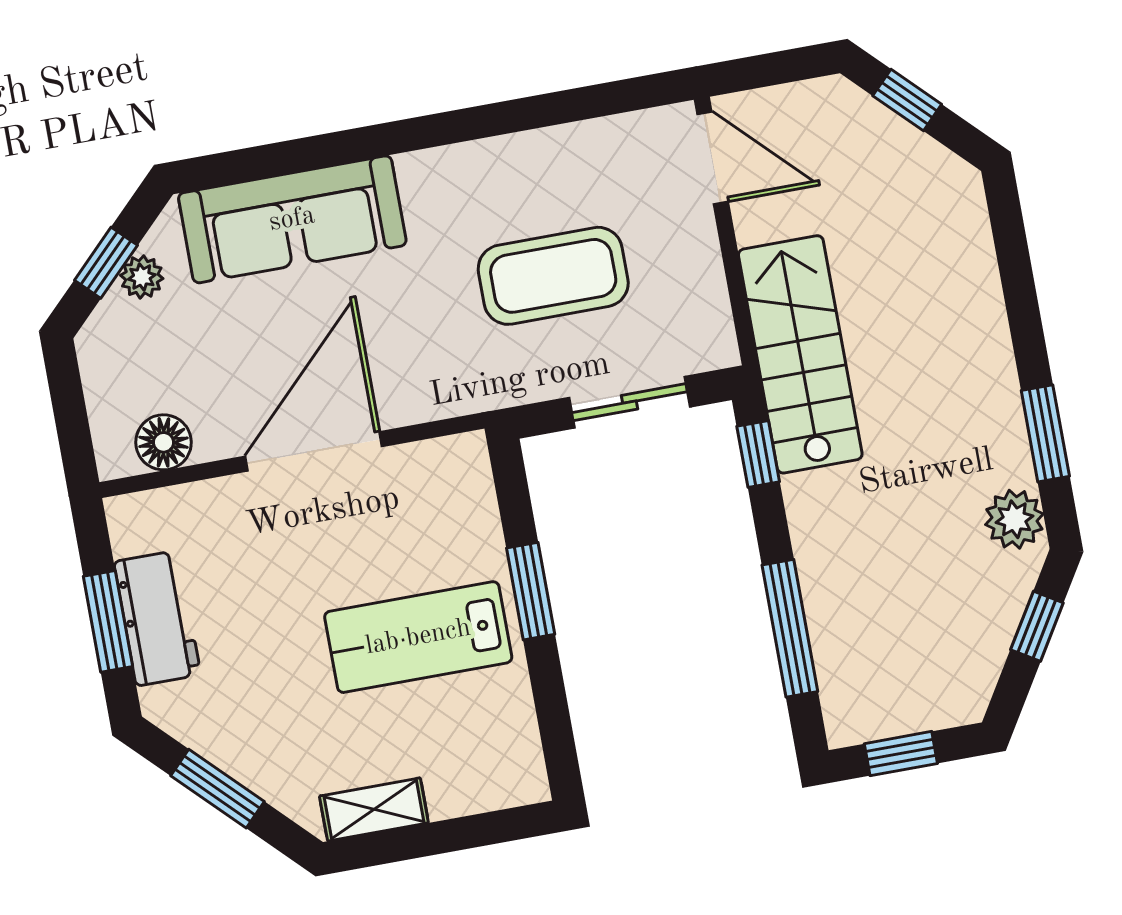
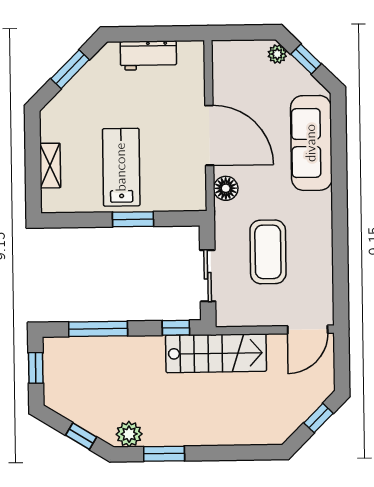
plant: (142, 277) -> (277, 54), moved
floor lamp: (164, 442) -> (226, 188), moved
window: (108, 621) -> (151, 34), removed
shelving: (374, 809) -> (50, 166), moved

